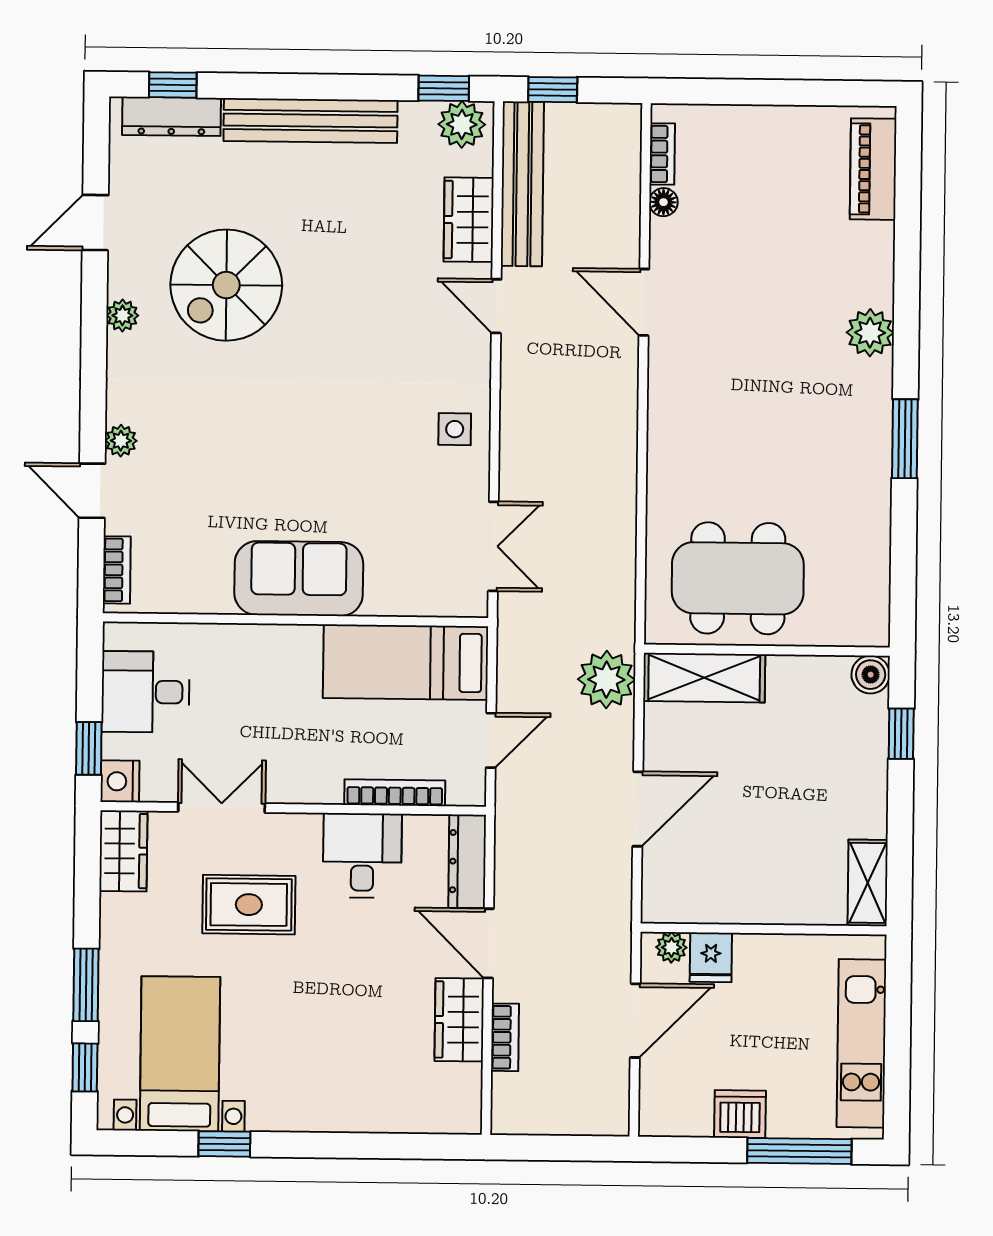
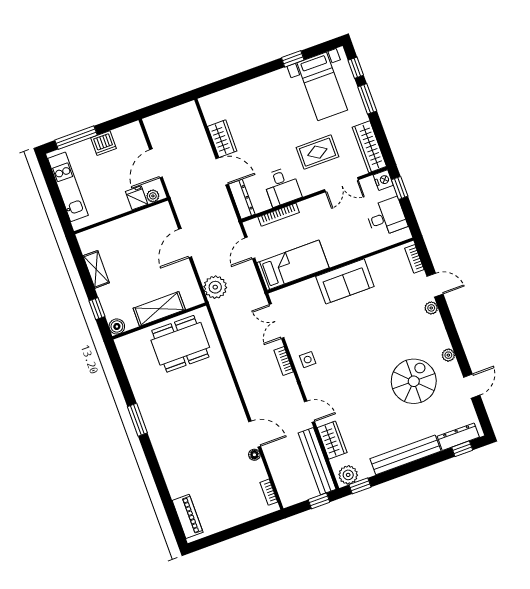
floor lamp: (663, 202) -> (254, 455), moved
plant: (870, 333) -> (166, 455), removed
shelving: (704, 678) -> (159, 309), moved
wardrobe: (123, 851) -> (369, 147), width x1.50
shelving: (868, 883) -> (96, 269), moved
bookcase: (505, 1037) -> (284, 361), moved

